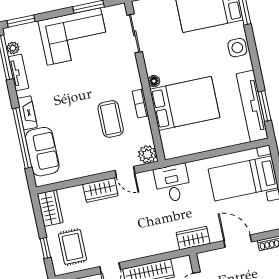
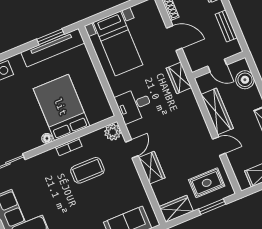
door: (238, 241) -> (174, 38), swing flipped
window: (45, 248) -> (212, 207), width x1.50

